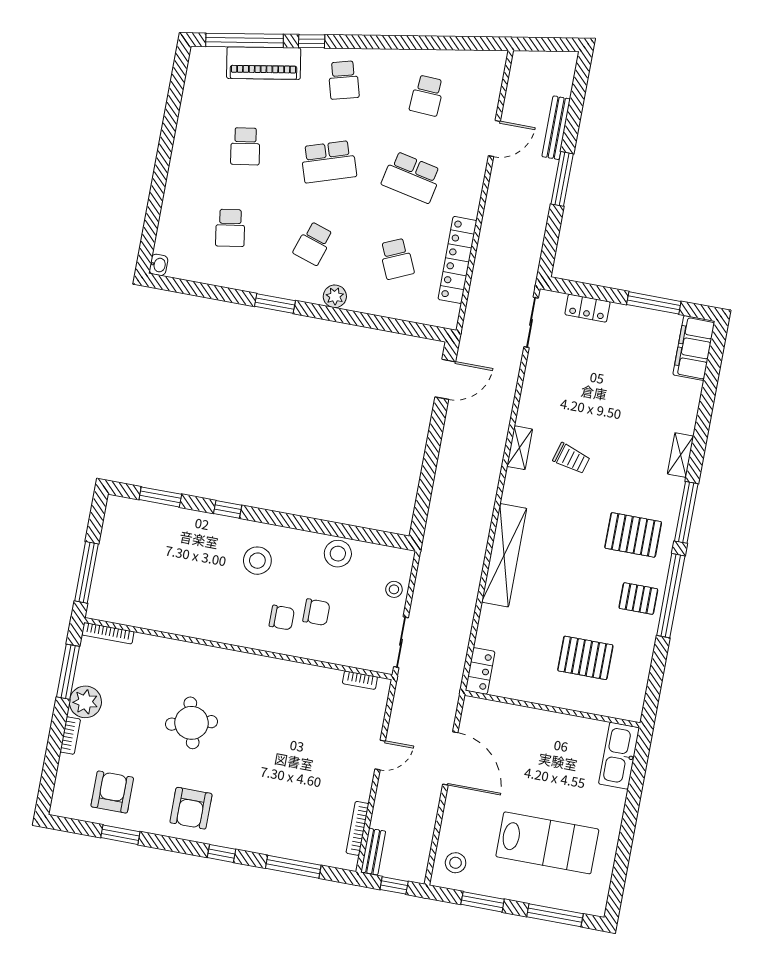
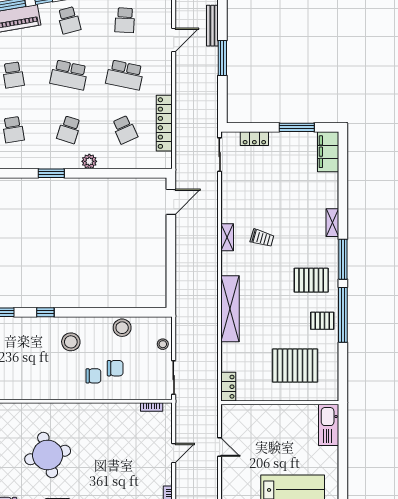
school desk: (329, 162) -> (69, 75), turned 30
pallet: (585, 658) -> (295, 366), width x1.37, depth x1.41
round table: (191, 723) -> (48, 455), width x1.36, depth x1.36
door: (450, 758) -> (220, 447), width x0.53

